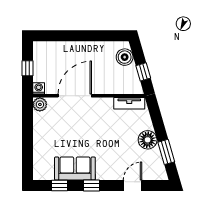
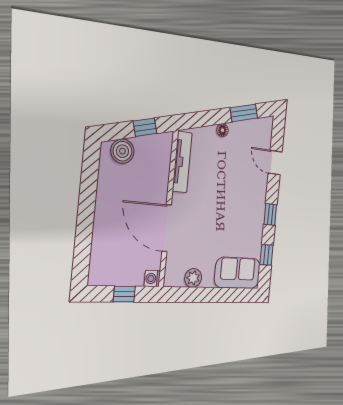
tv unit: (129, 103) -> (182, 162), width x1.41
plant: (40, 104) -> (193, 278), moved
floor lamp: (148, 140) -> (222, 130), width x0.53, depth x0.53
sofa: (75, 168) -> (238, 273), moved, turned 90

